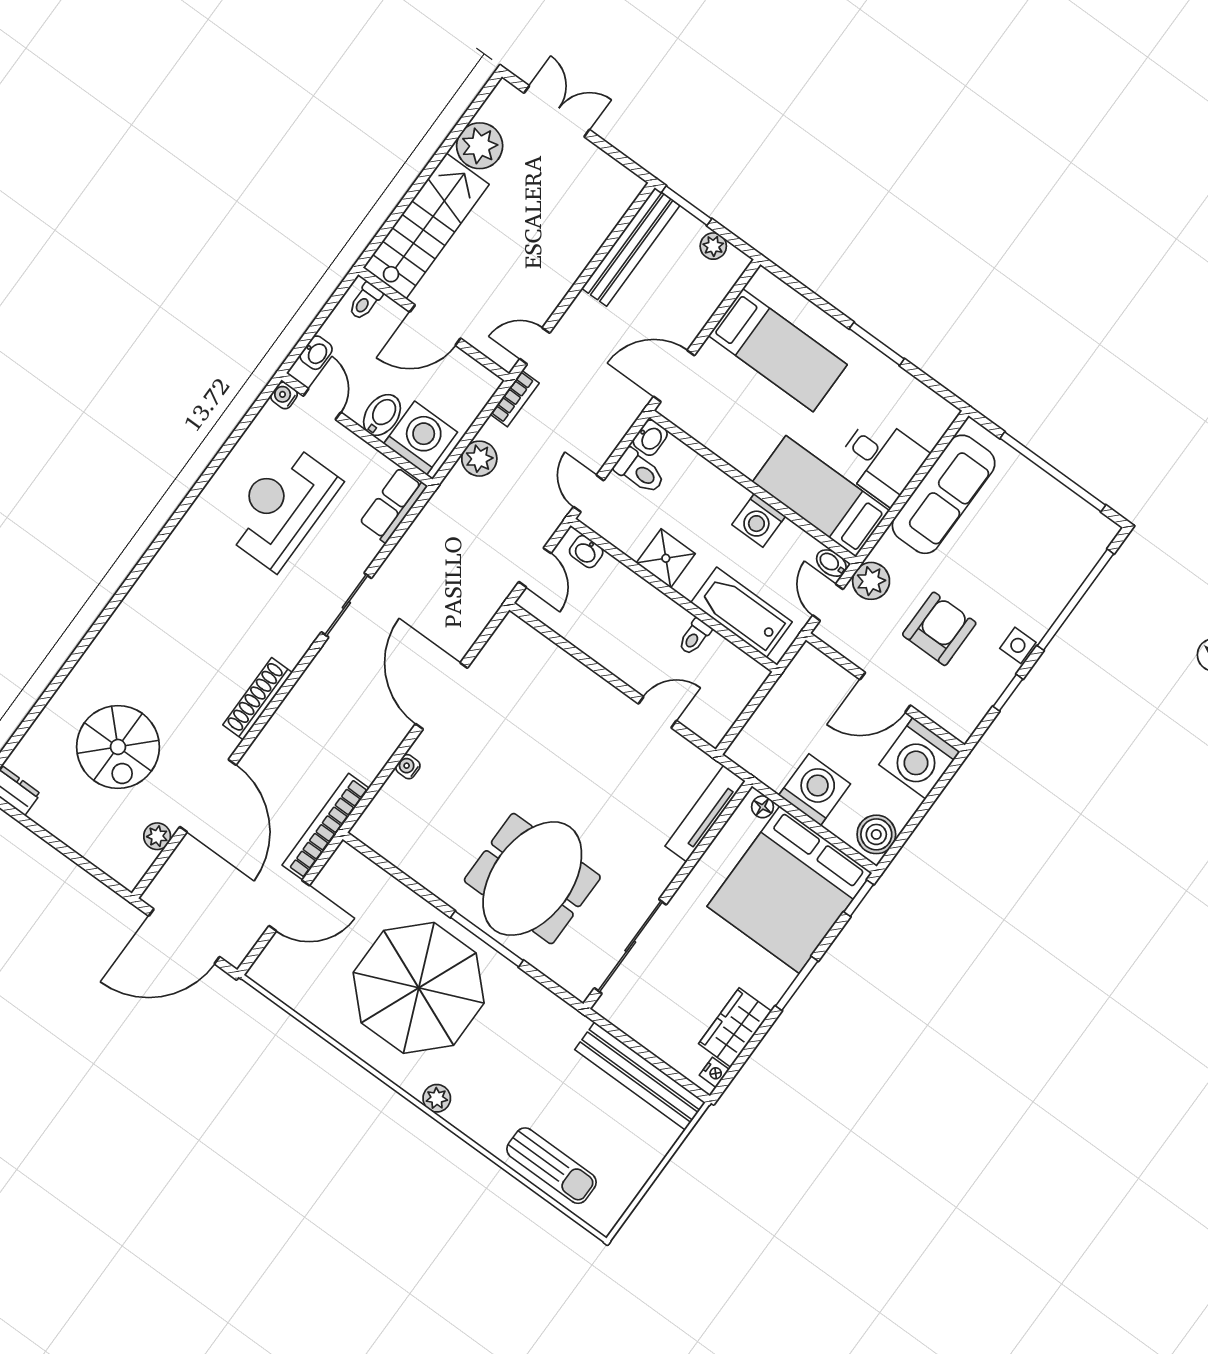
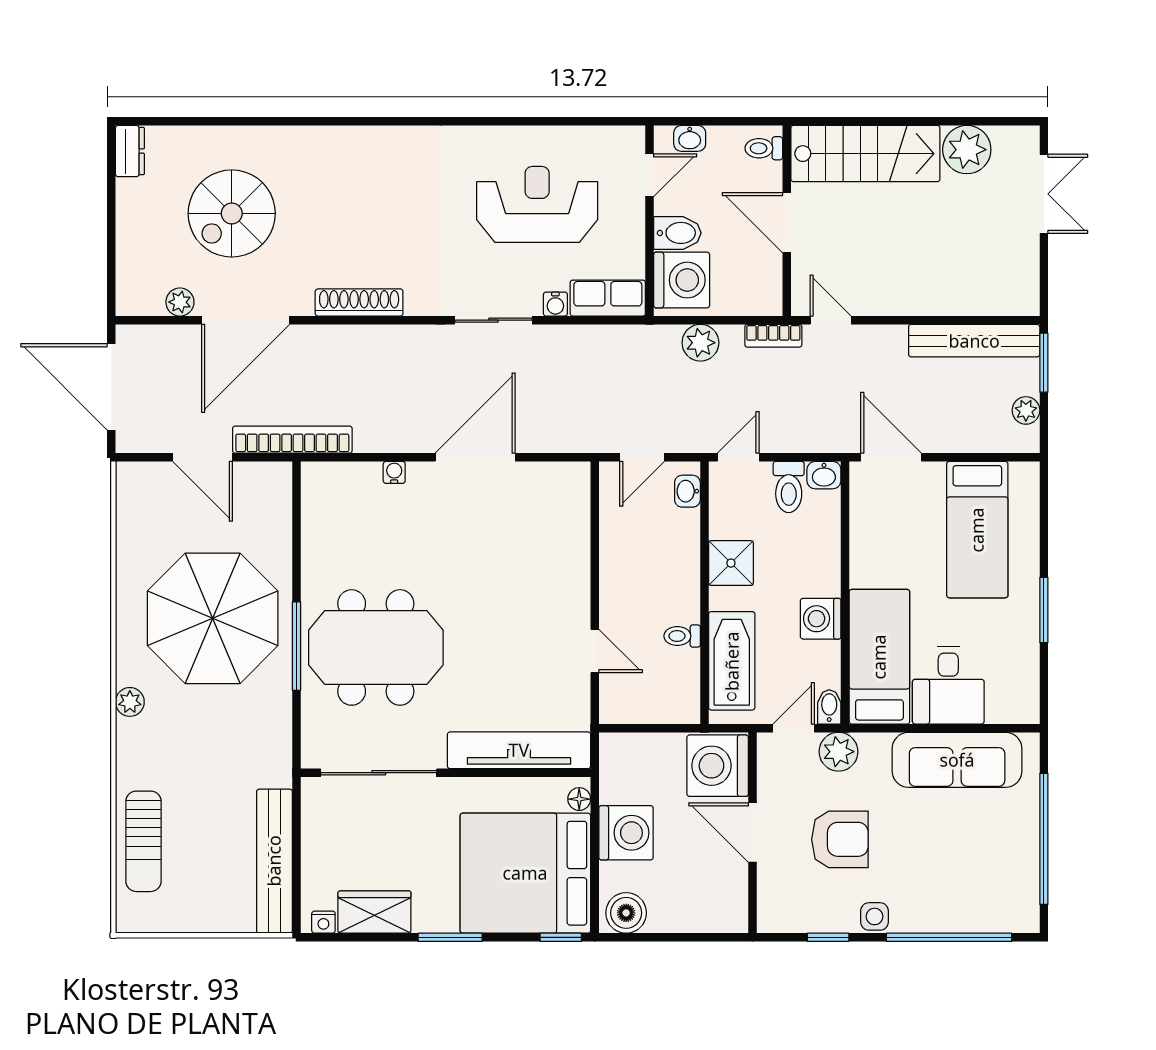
water cooler: (284, 395) -> (555, 304), moved, turned 180
washing machine: (919, 758) -> (718, 766), moved
tv unit: (705, 814) -> (519, 750), width x1.36, depth x1.29

